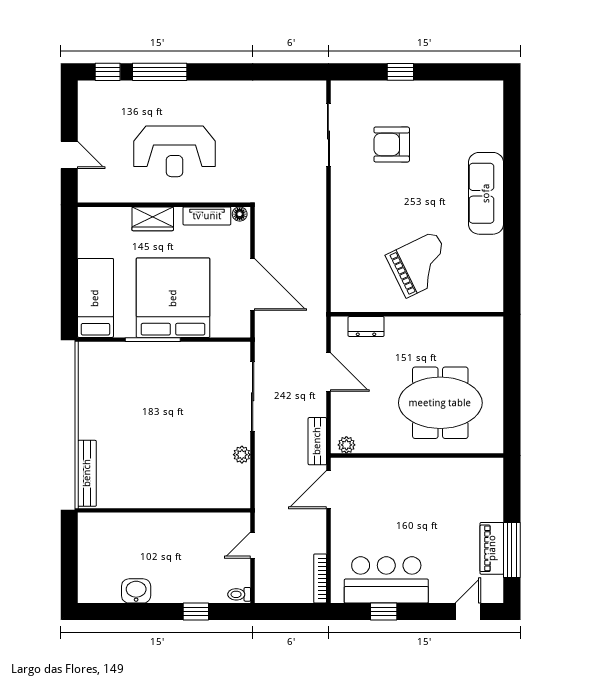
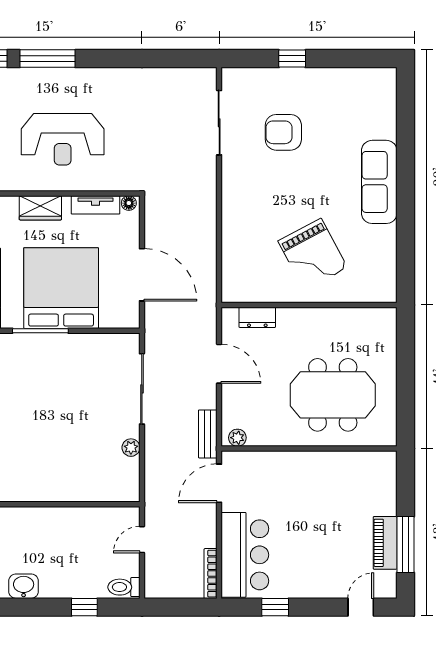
grand piano: (421, 265) -> (313, 254), turned 88
bar counter: (386, 580) -> (245, 555), moved, turned 90
toilet: (239, 594) -> (124, 587), width x1.37, depth x1.39

